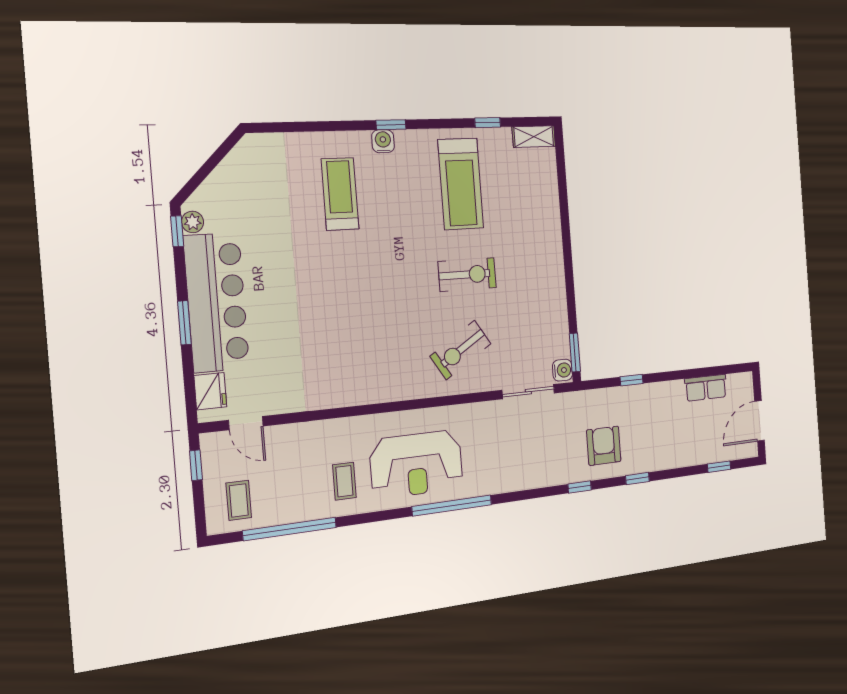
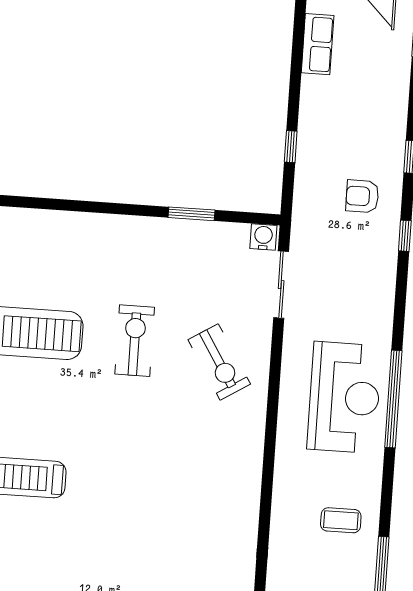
window: (575, 352) -> (192, 214), moved
armchair: (604, 446) -> (362, 196), width x0.72, depth x0.72
reception desk: (417, 464) -> (344, 397), moved

